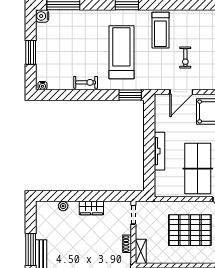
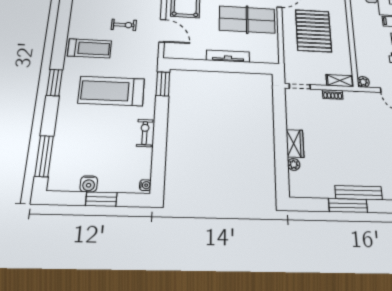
water cooler: (42, 16) -> (89, 184), moved
wardrobe: (91, 208) -> (295, 143), moved

